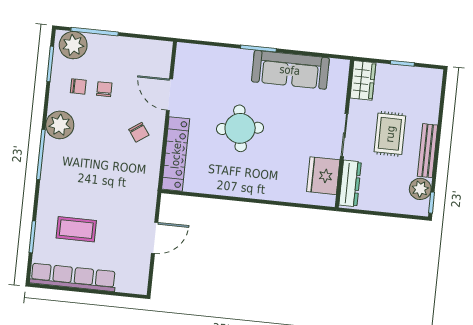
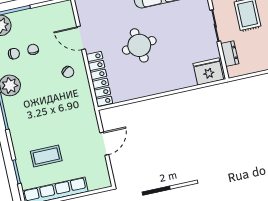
fridge: (323, 176) -> (208, 72), moved, turned 90
dresser: (350, 183) -> (230, 54), width x0.70

